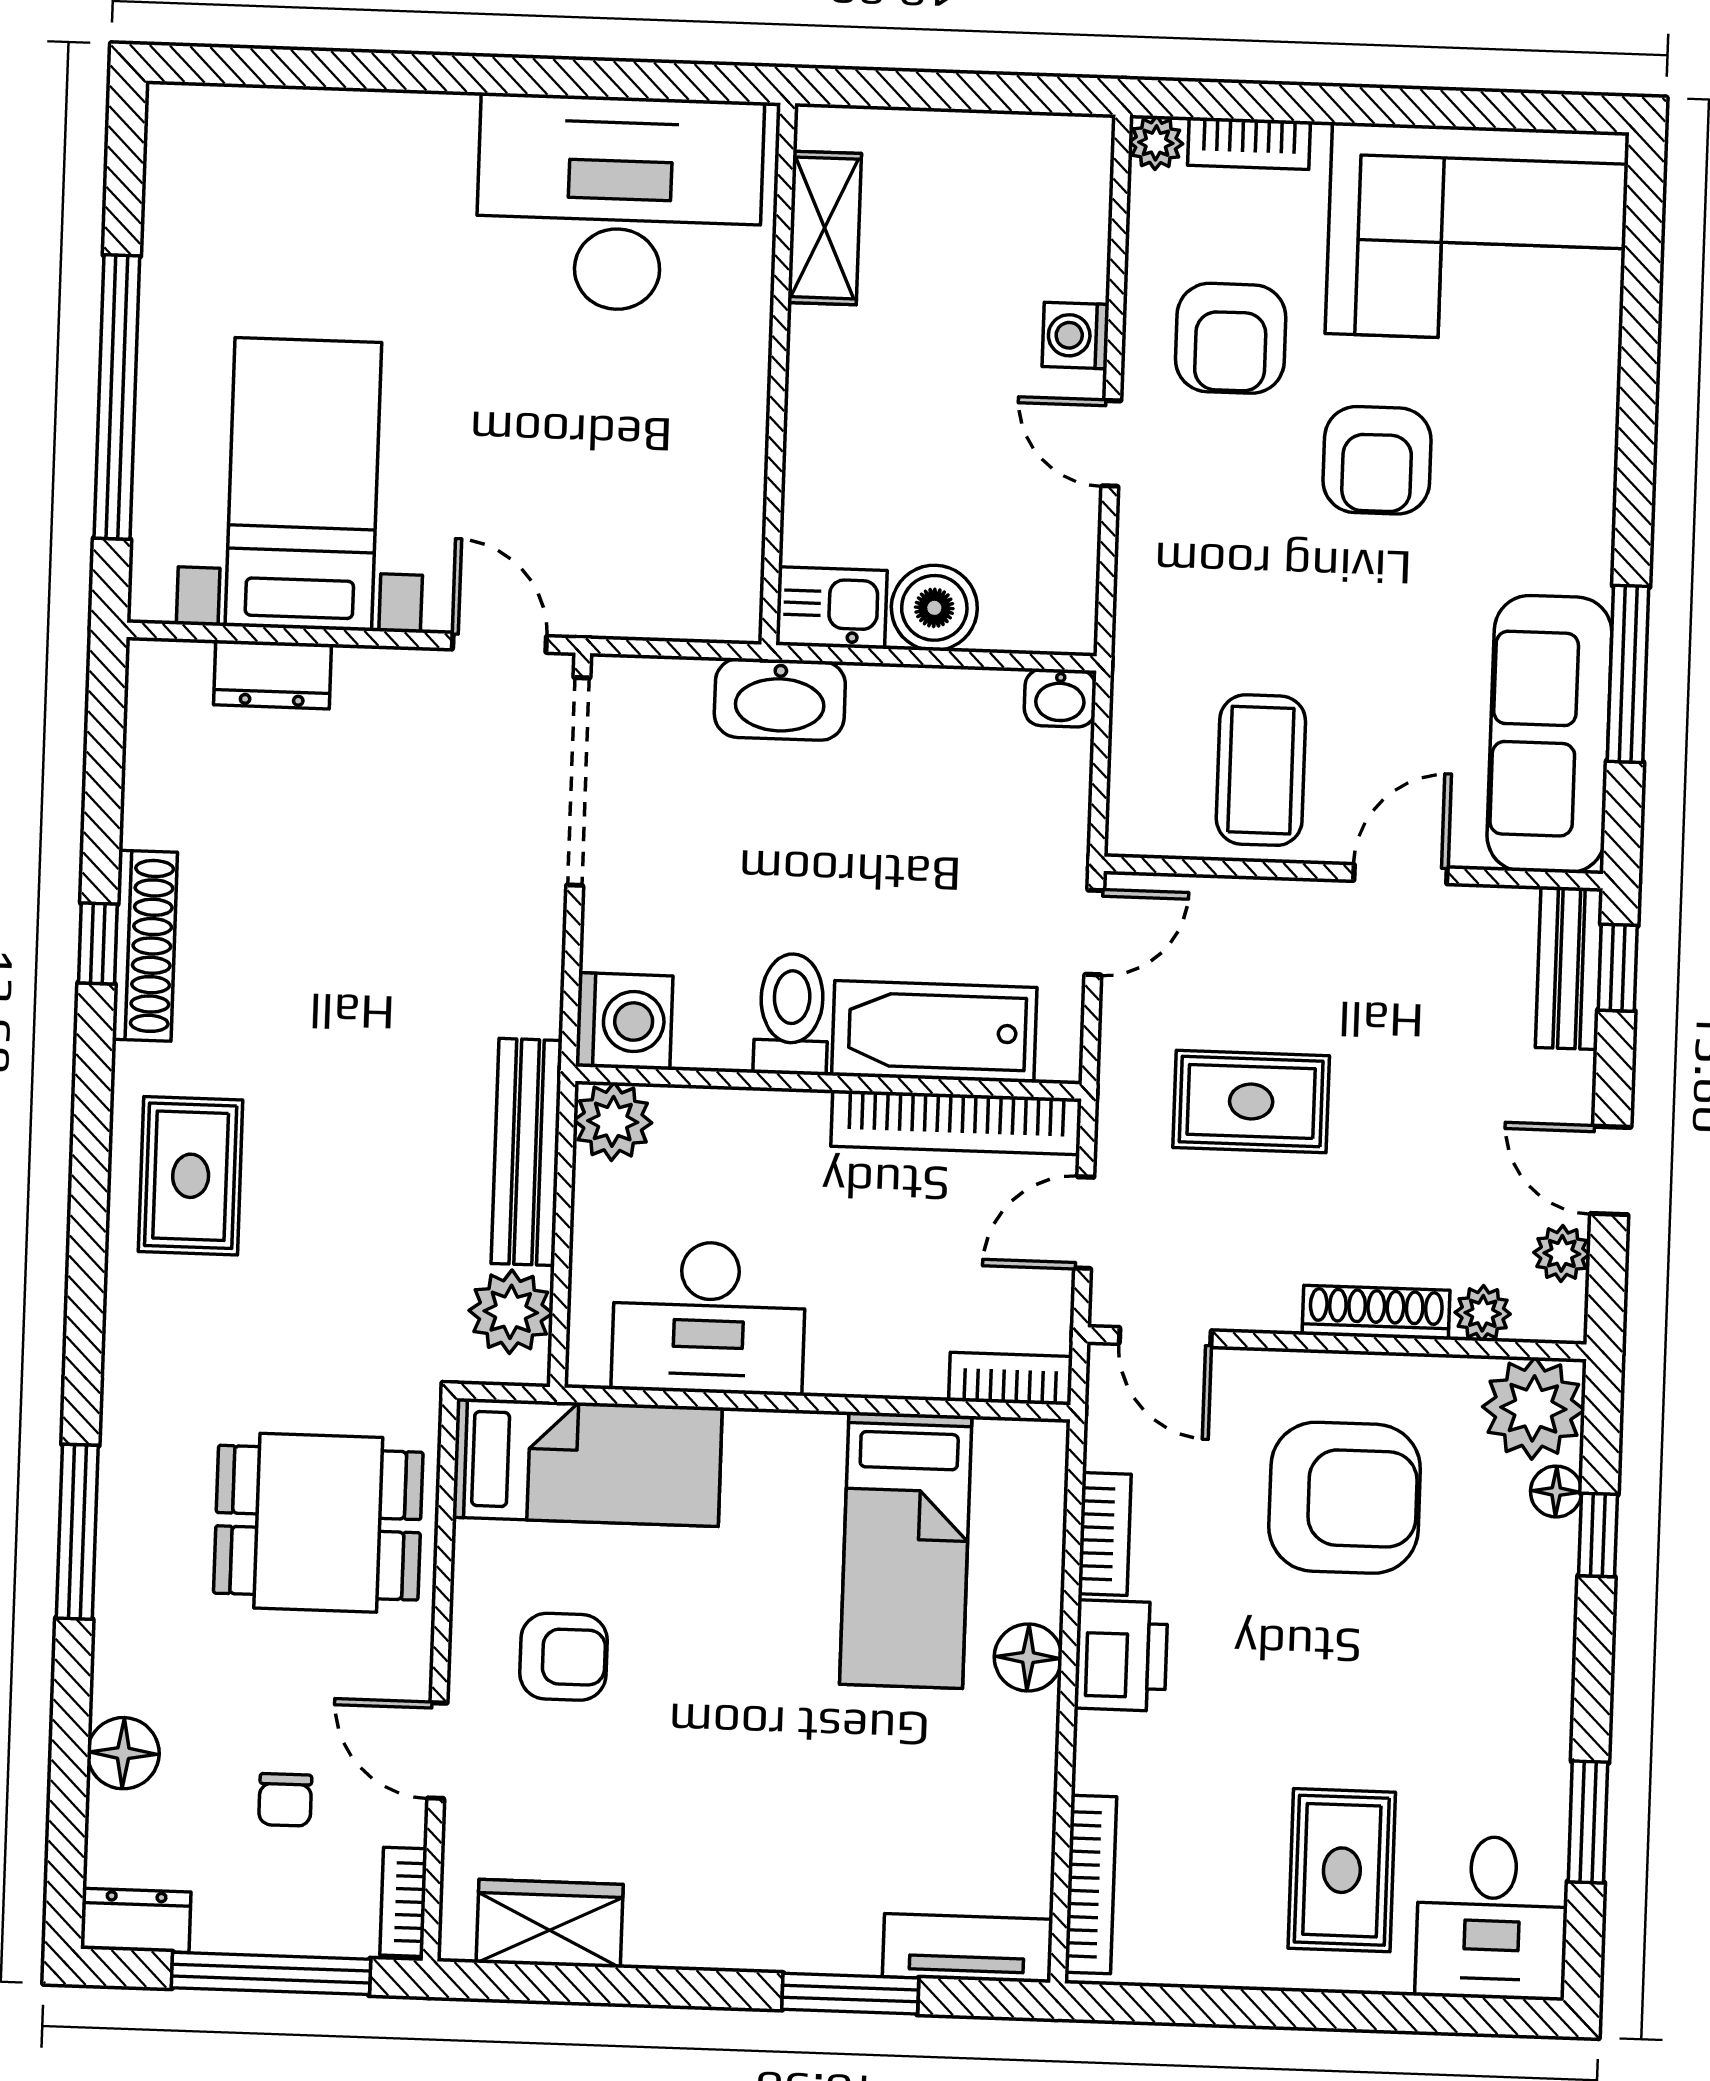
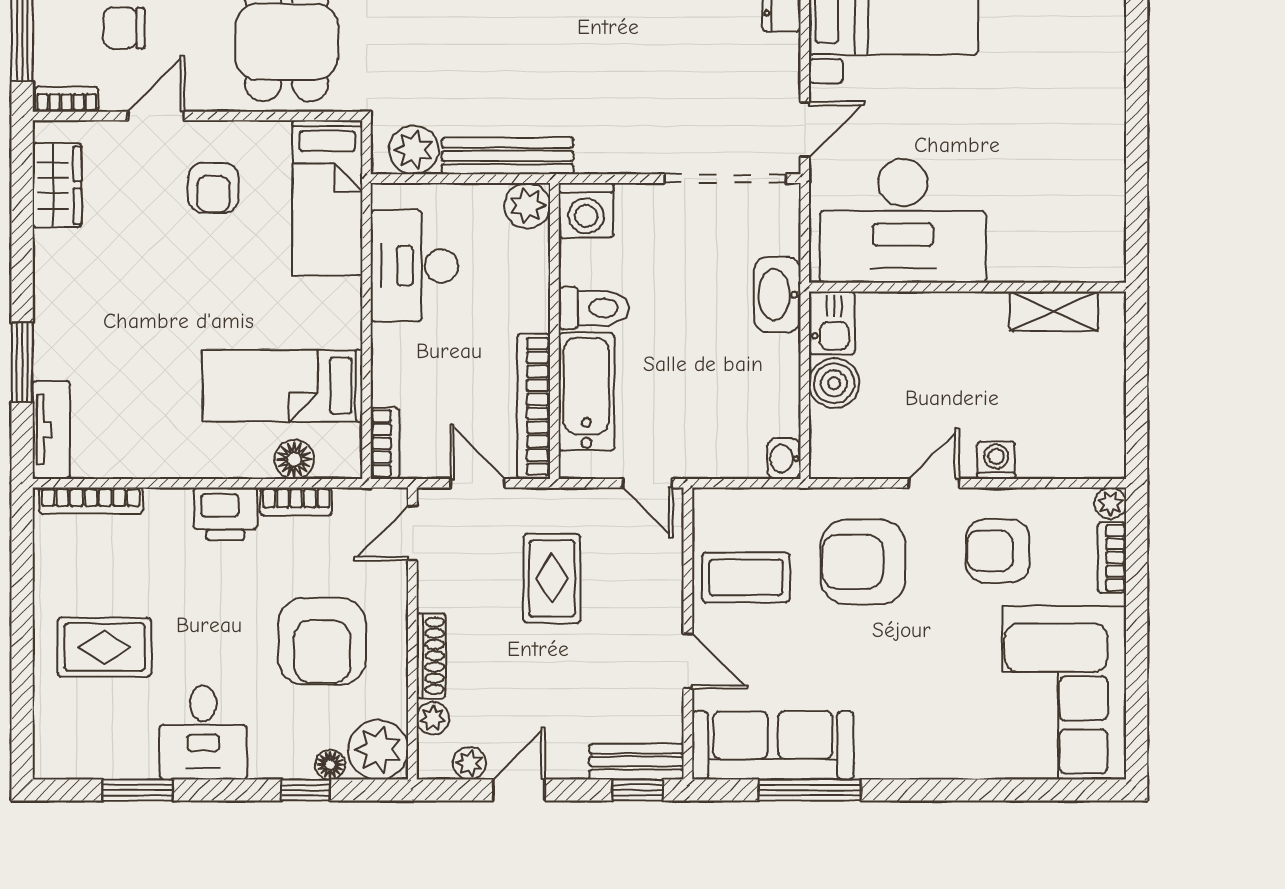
desk: (619, 203) -> (903, 221), moved, turned 90
armchair: (1377, 460) -> (863, 562), moved, width x1.36, depth x1.36
floor lamp: (1028, 1657) -> (294, 459), moved
chair: (285, 1800) -> (124, 28), width x1.37, depth x1.37
desk: (1492, 1918) -> (203, 733), moved, turned -90

